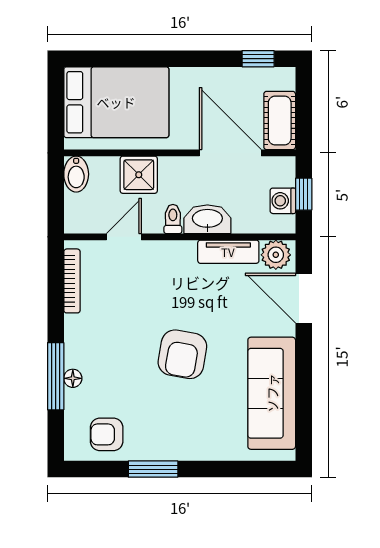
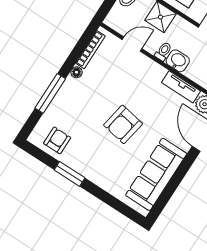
washbasin: (207, 219) -> (178, 61), width x0.72
floor lamp: (73, 378) -> (76, 72), moved
armchair: (107, 434) -> (57, 140), turned 90

